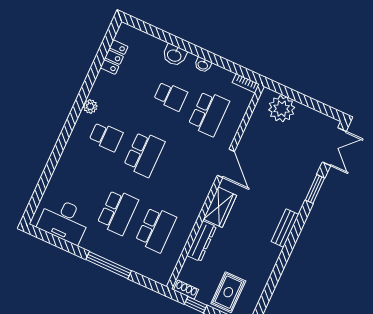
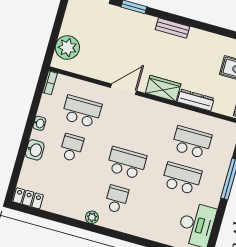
locker: (114, 57) -> (28, 198), moved

